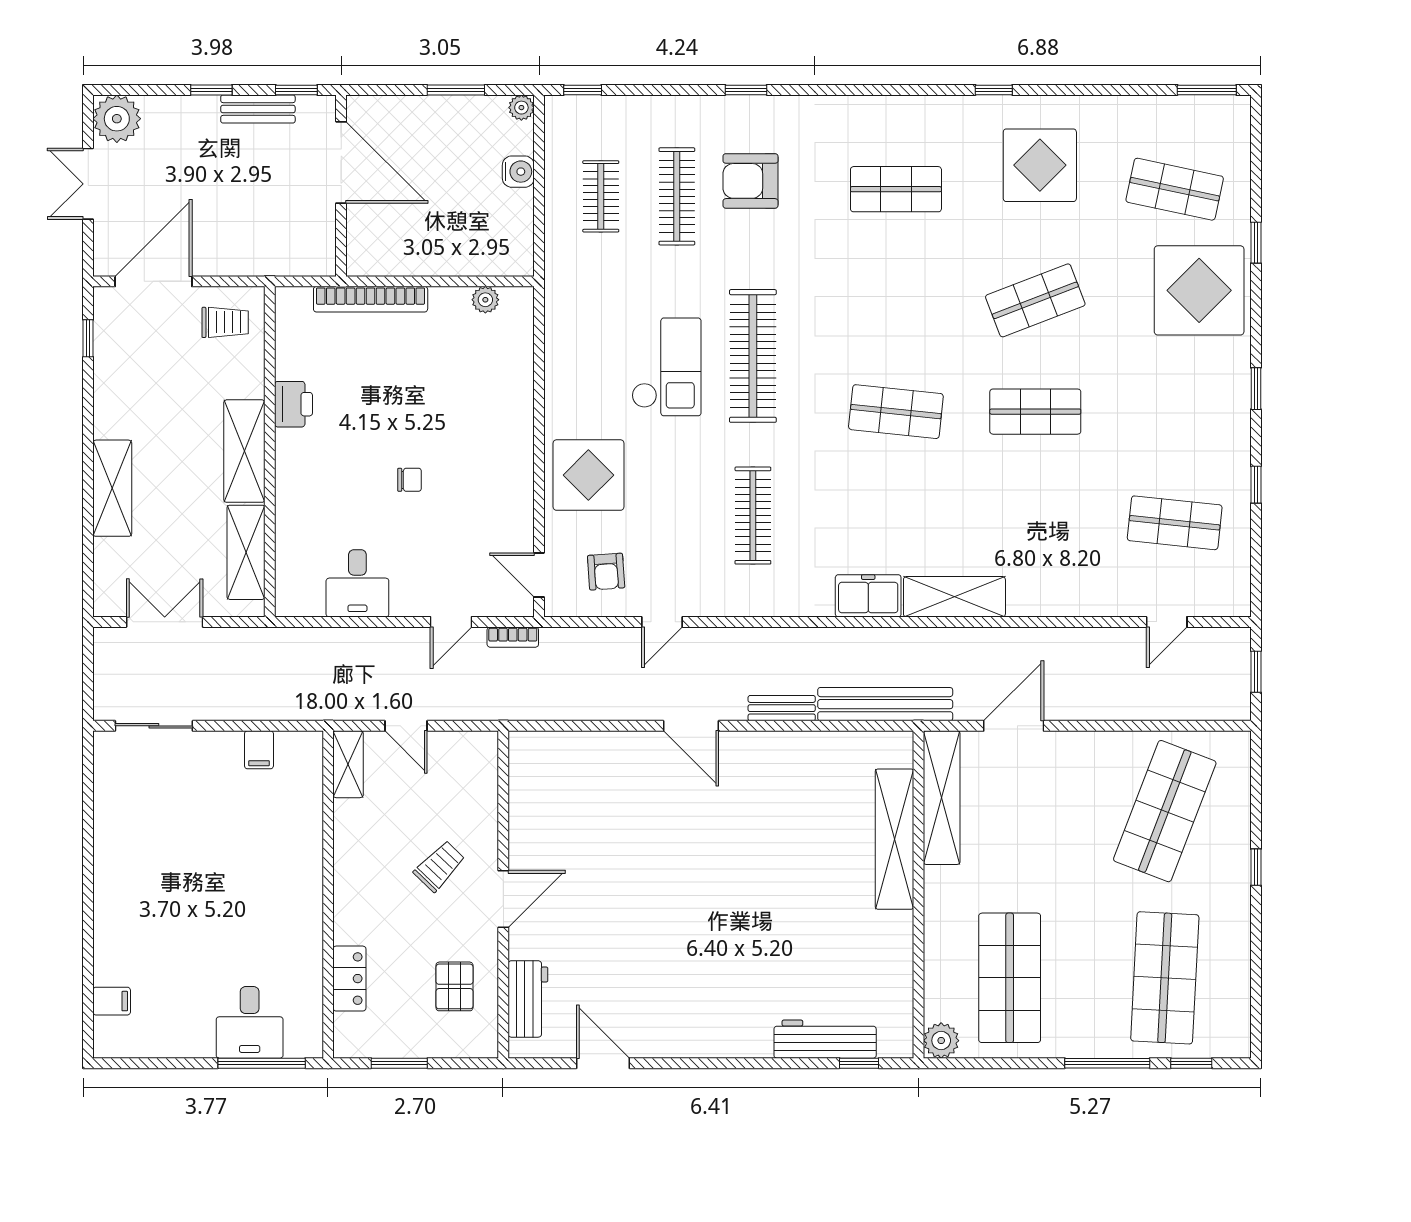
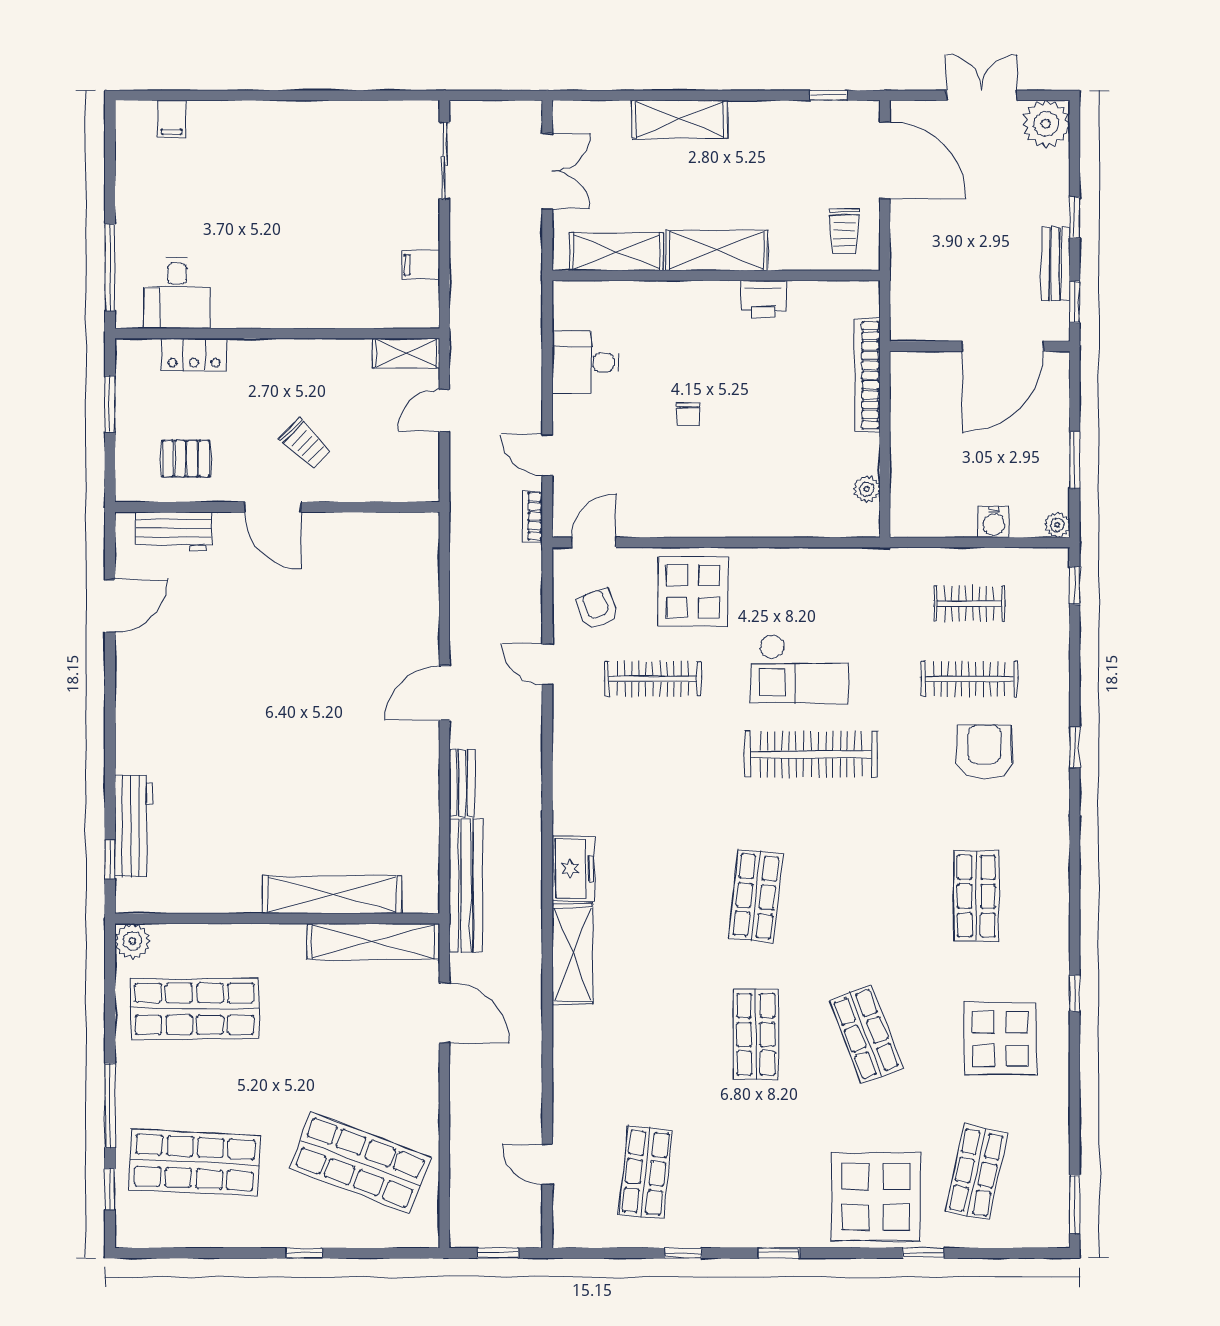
clothes rail: (753, 516) -> (653, 679), moved
armchair: (606, 572) -> (597, 609), turned 73
desk: (250, 1022) -> (177, 293), moved, turned -90

